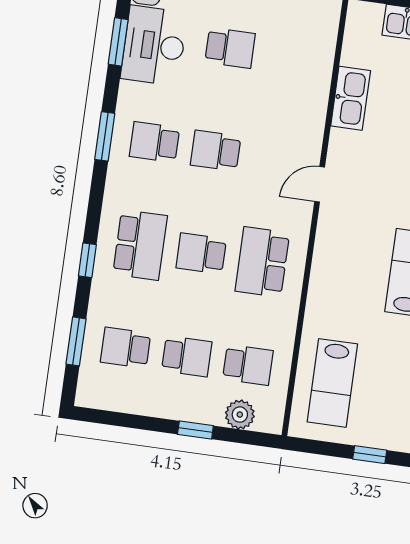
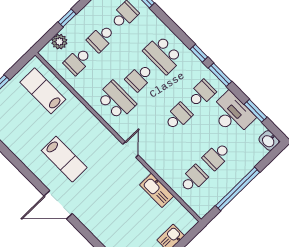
desk: (154, 46) -> (232, 114), moved
school desk: (291, 56) -> (193, 179), added
school desk: (201, 253) -> (140, 77), turned 180
window: (87, 260) -> (199, 53), moved

